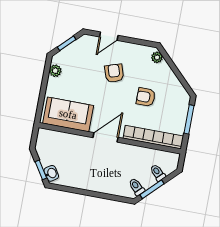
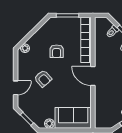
door: (109, 36) -> (16, 88), hinge flipped
armchair: (114, 73) -> (43, 79), turned -114
sofa: (68, 114) -> (73, 118), moved, turned 90

